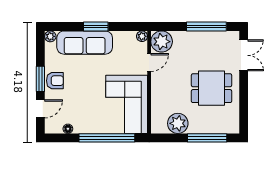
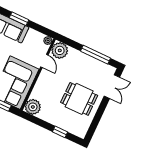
door: (149, 62) -> (44, 61), hinge flipped
plant: (178, 123) -> (33, 107), moved
window: (207, 138) -> (60, 132), width x0.46

